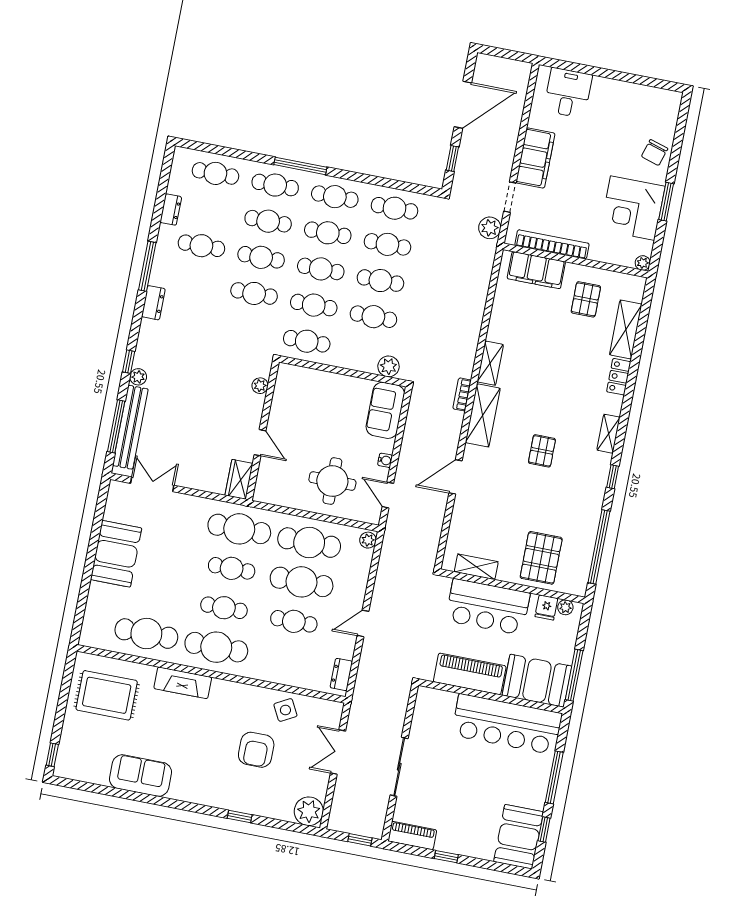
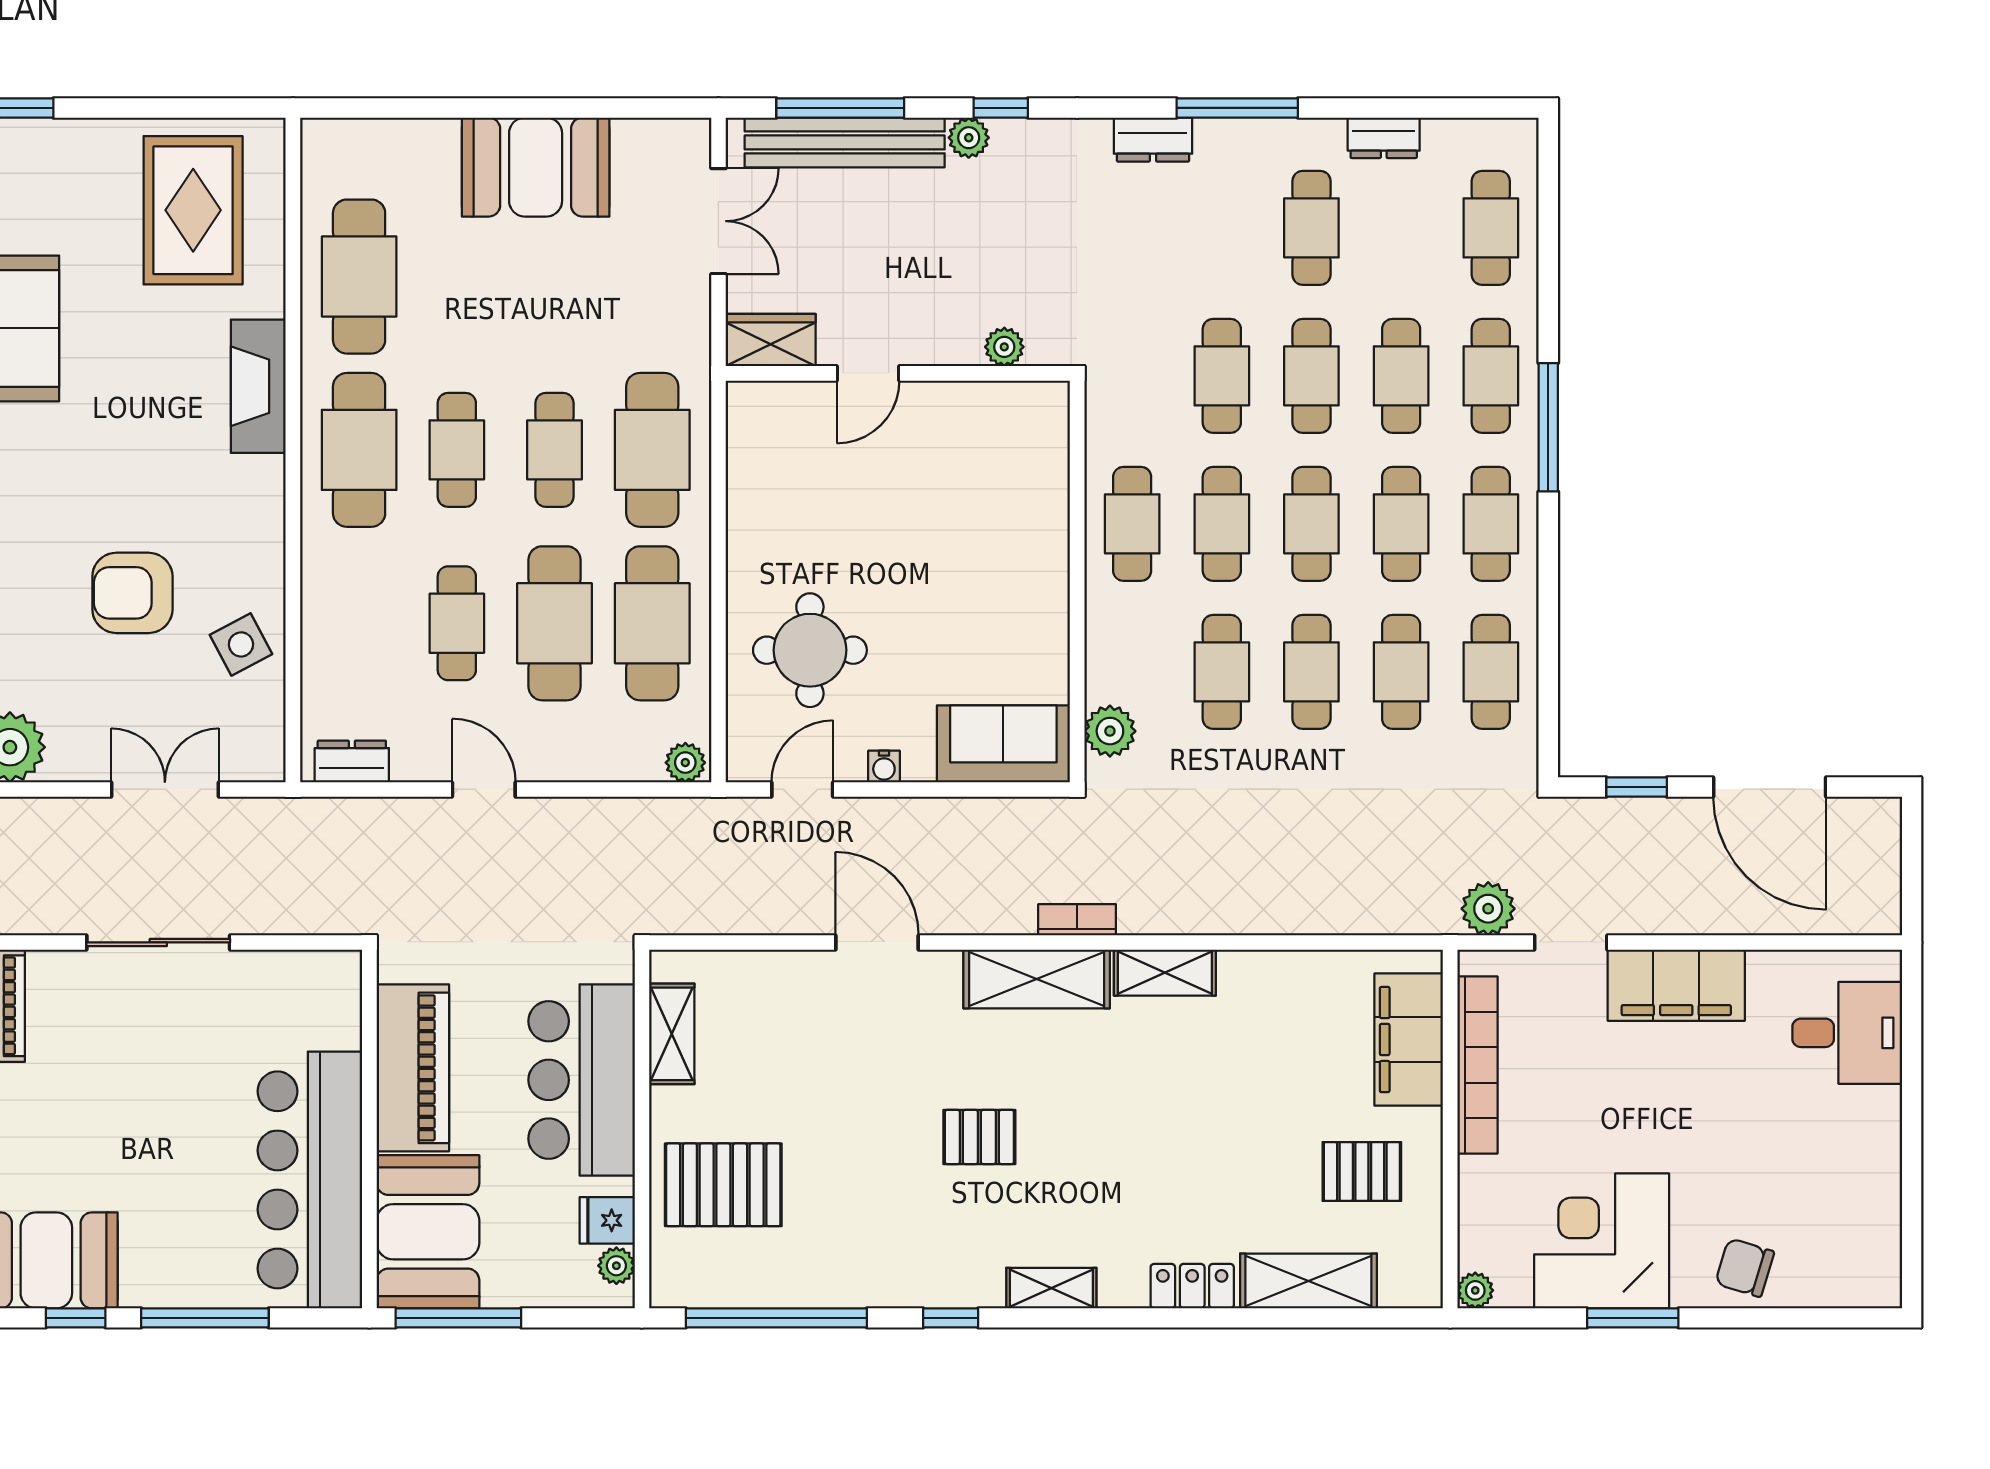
plant: (260, 386) -> (1004, 347), moved
wall: (262, 431) -> (898, 373), moved
door: (260, 443) -> (868, 373), moved
wardrobe: (239, 479) -> (771, 340), moved

